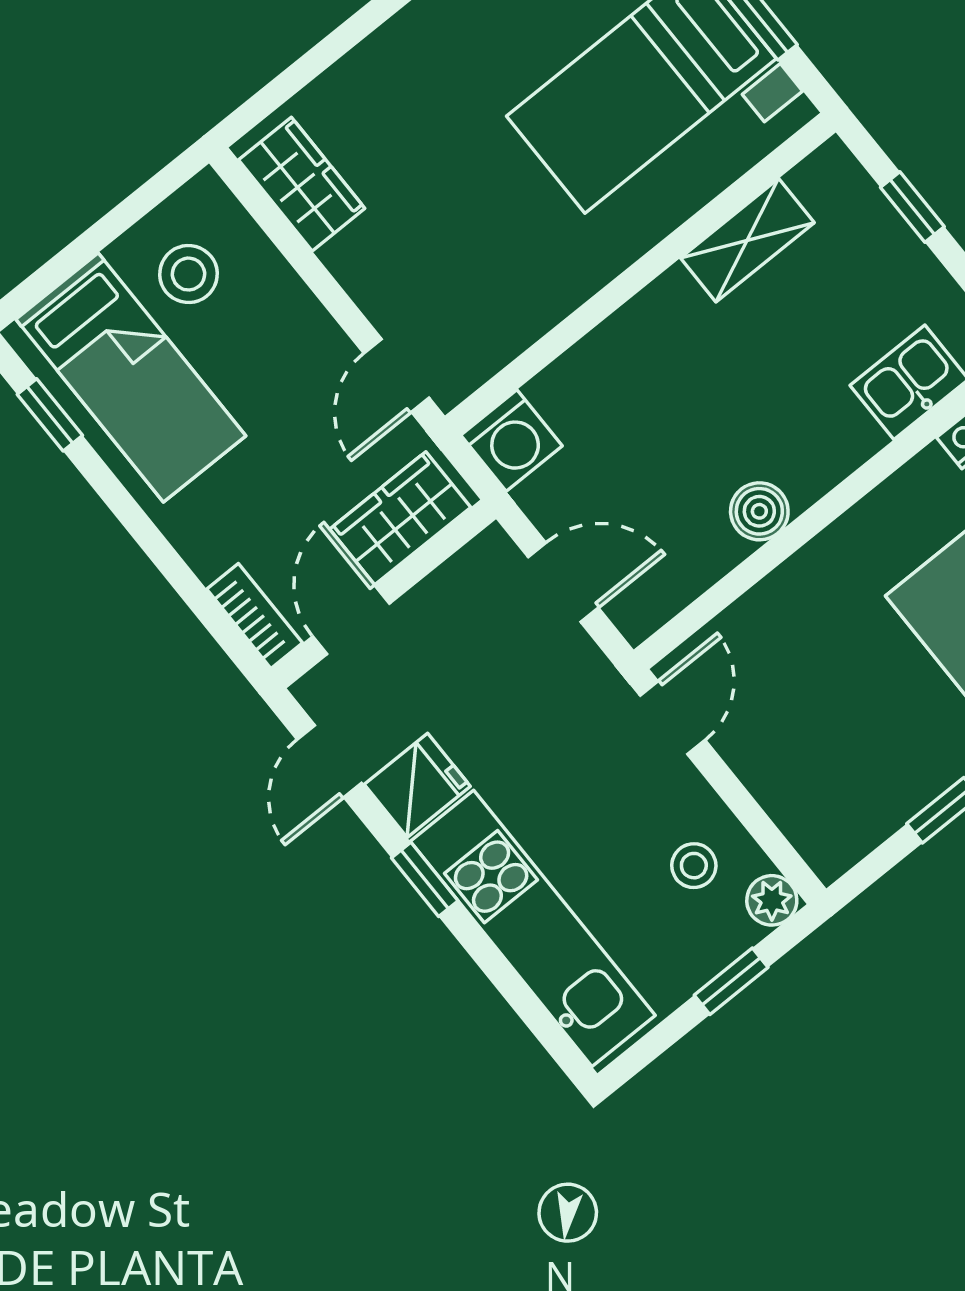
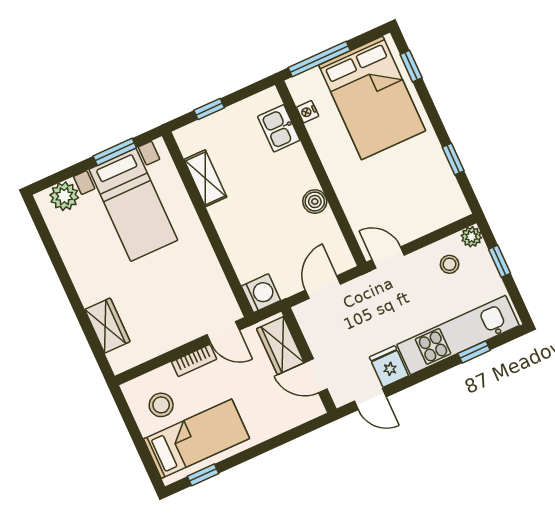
wardrobe: (302, 184) -> (107, 326), moved, turned 90
bookcase: (255, 616) -> (194, 361), moved, turned 180
window: (425, 879) -> (474, 352), moved

